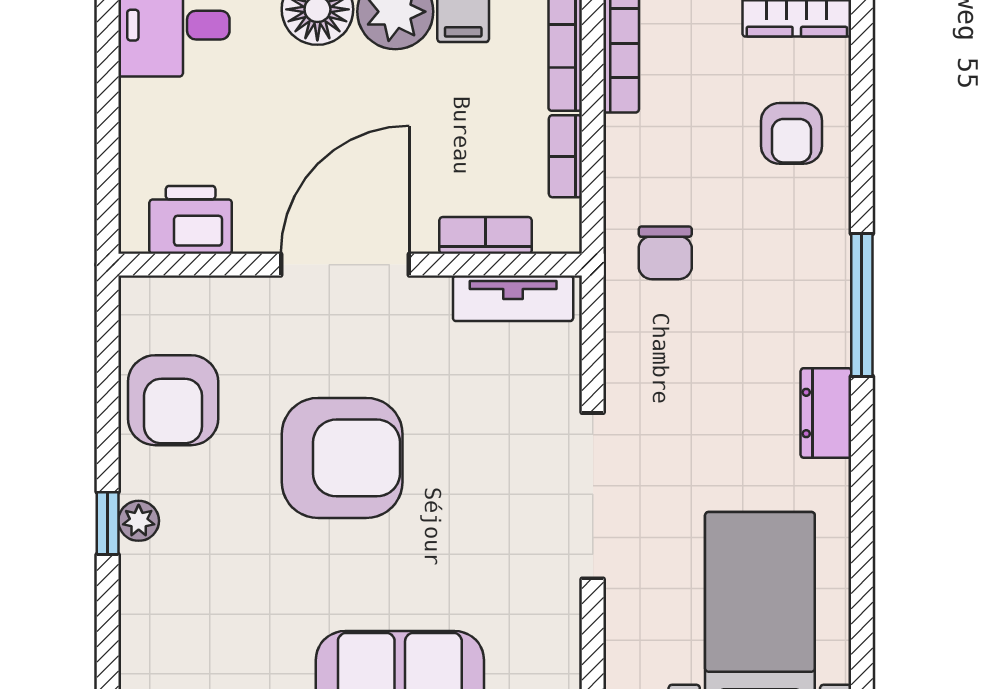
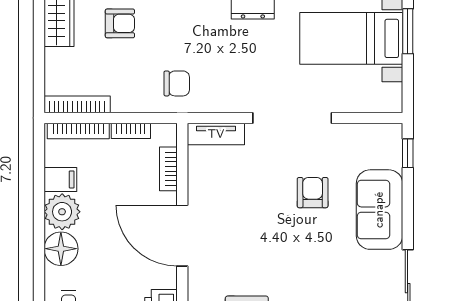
tv unit: (513, 298) -> (216, 134), moved, turned 90
armchair: (342, 458) -> (313, 193), moved, width x0.53, depth x0.53

